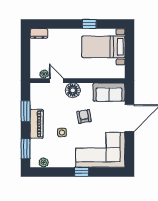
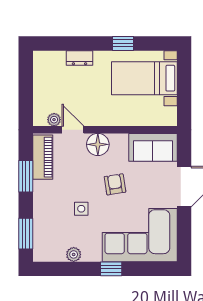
dresser: (39, 34) -> (80, 58), moved
piano: (37, 124) -> (43, 157), moved
plant: (44, 162) -> (74, 254), moved

